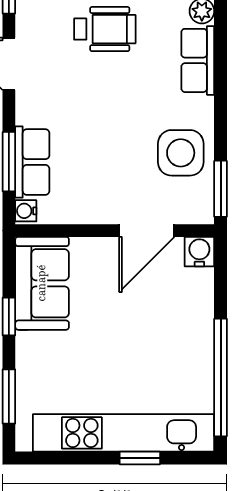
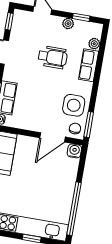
wheelchair: (105, 29) -> (53, 57), moved
chair: (192, 203) -> (75, 129), added

